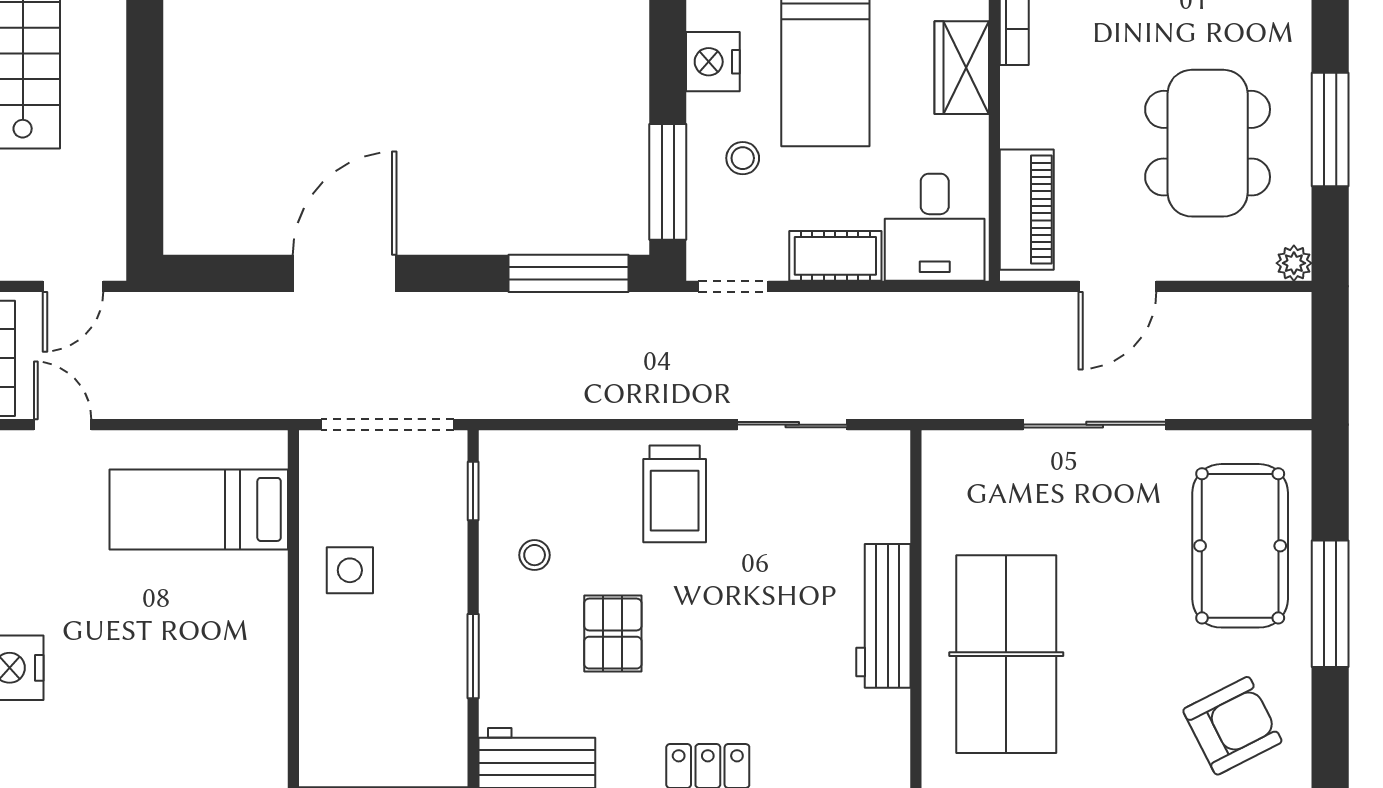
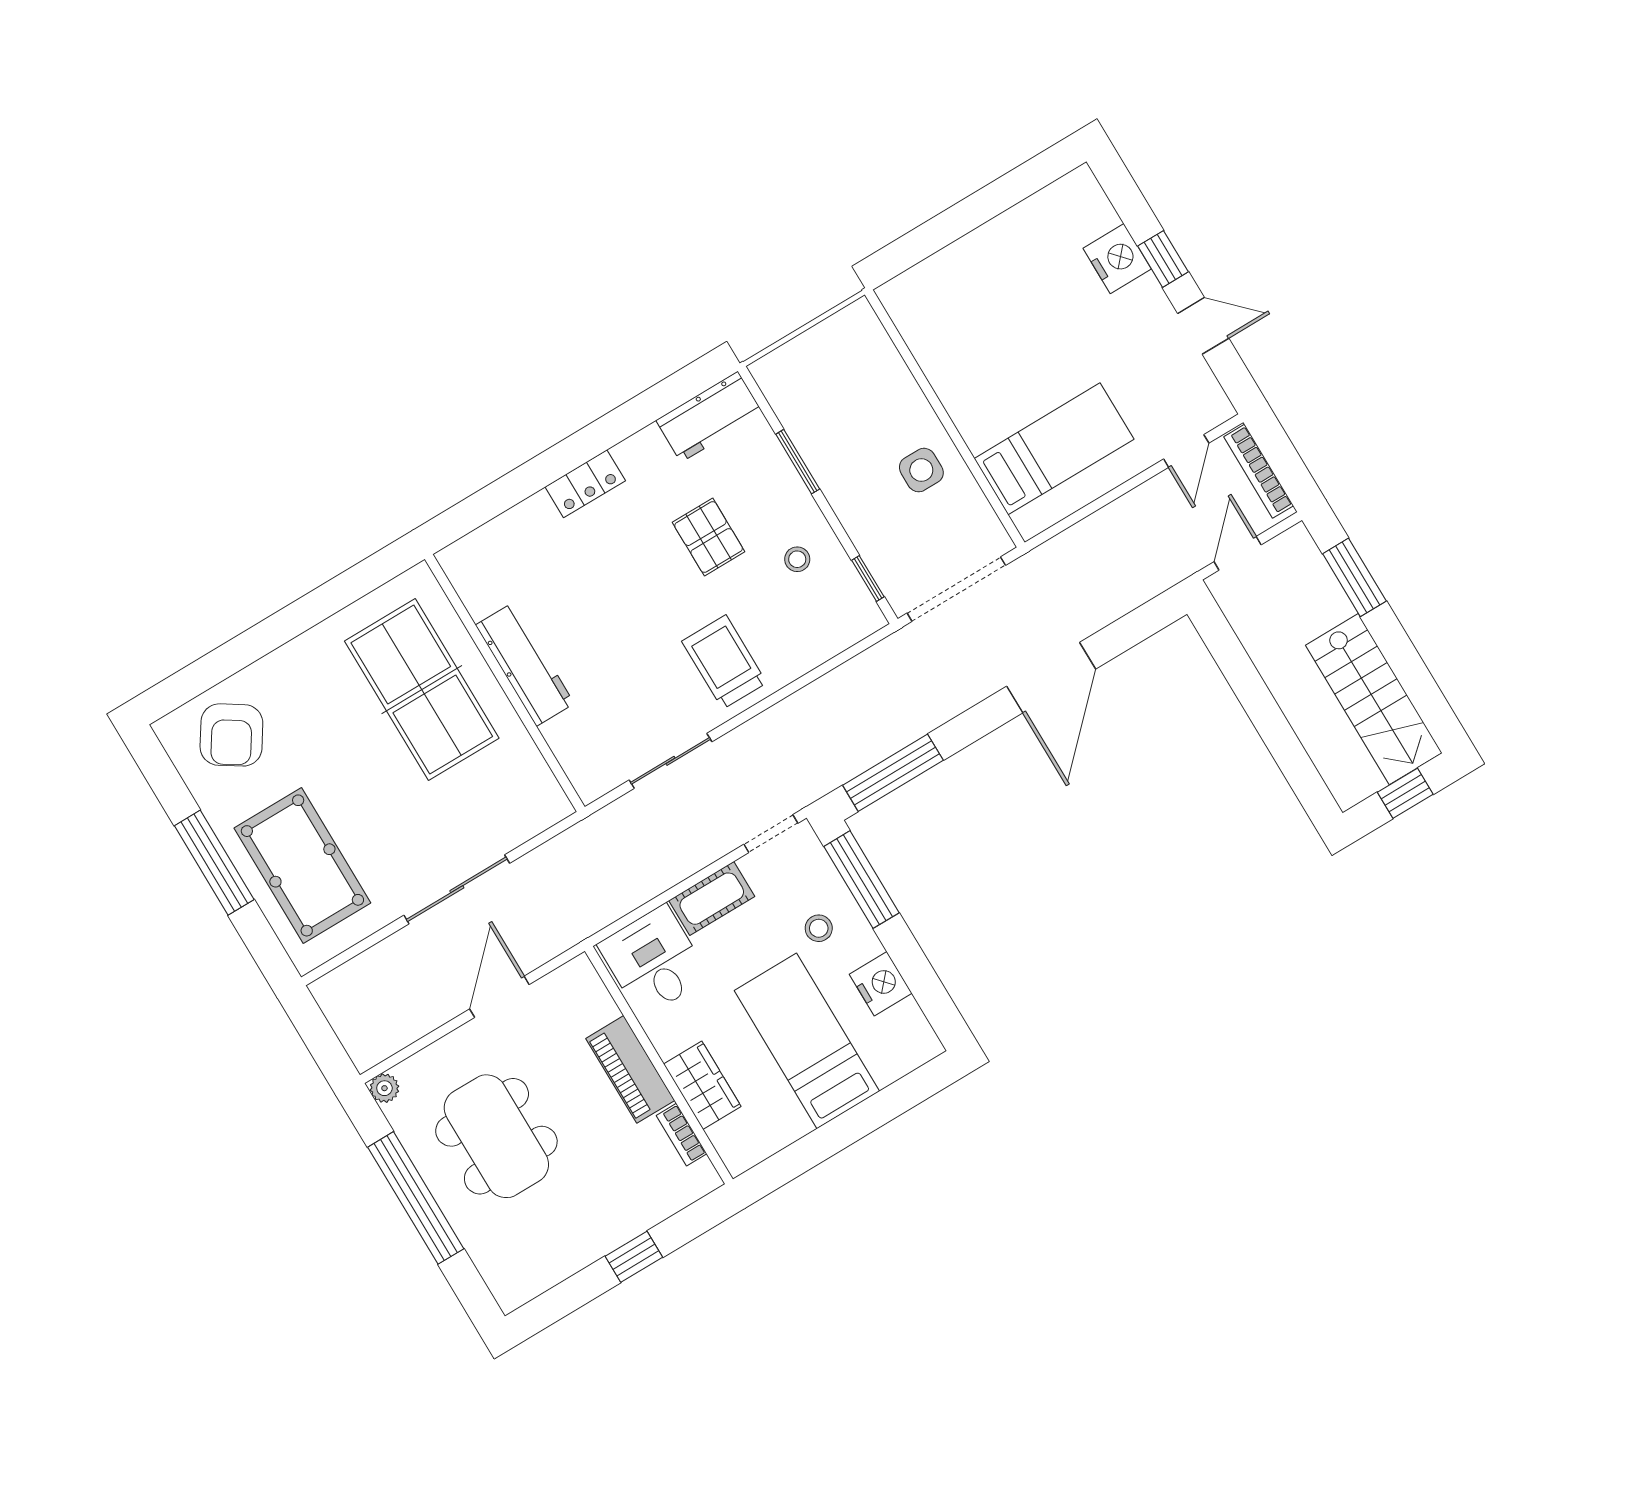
window: (1330, 130) -> (416, 1198), width x1.46
piano: (1027, 210) -> (630, 1069), moved
door: (63, 425) -> (1186, 451), hinge flipped
armchair: (1232, 726) -> (231, 735), turned -30

